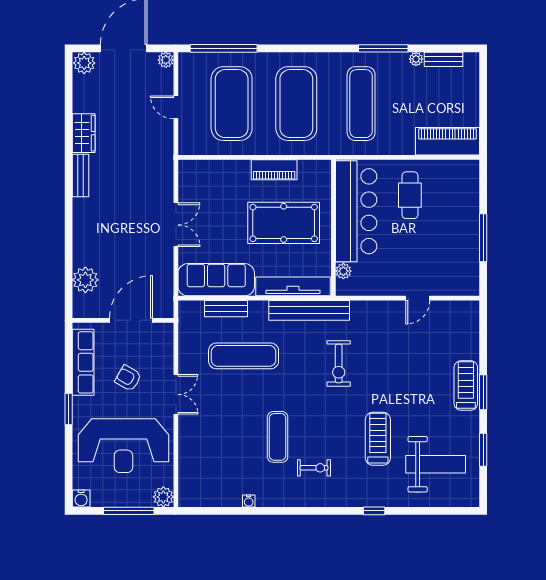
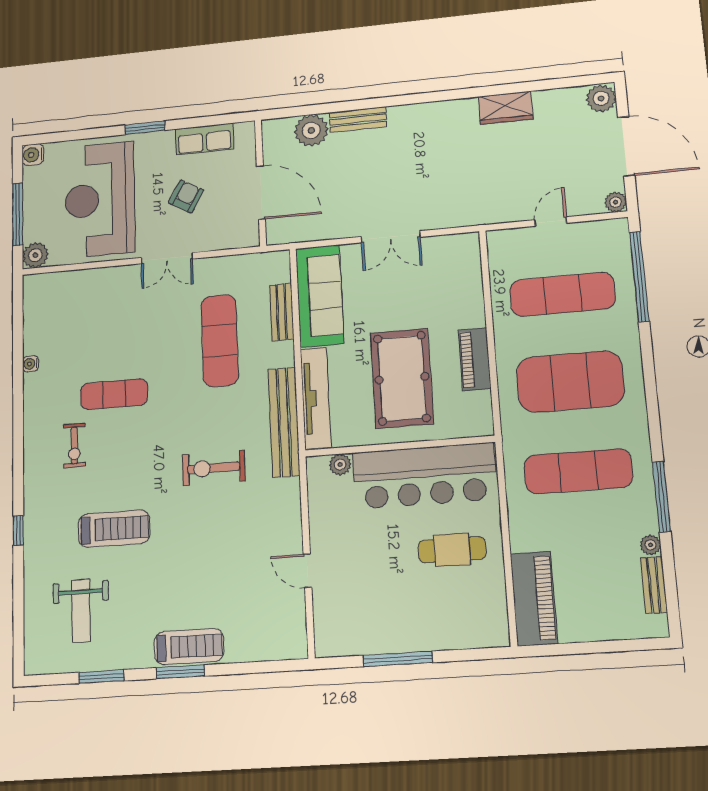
exercise mat: (232, 104) -> (562, 294), width x0.68
bench: (81, 176) -> (358, 120), moved
row of seats: (83, 362) -> (205, 139), width x0.68
weight bench: (436, 464) -> (81, 611), width x0.73, depth x0.75

